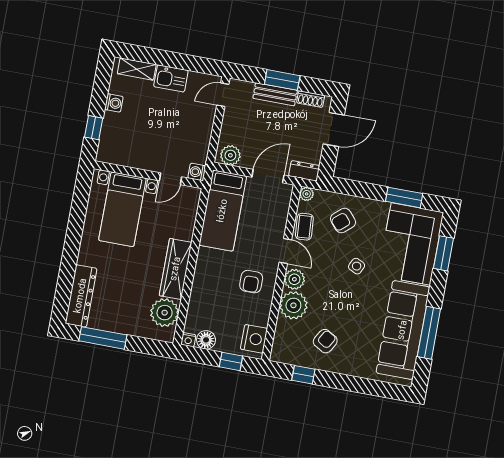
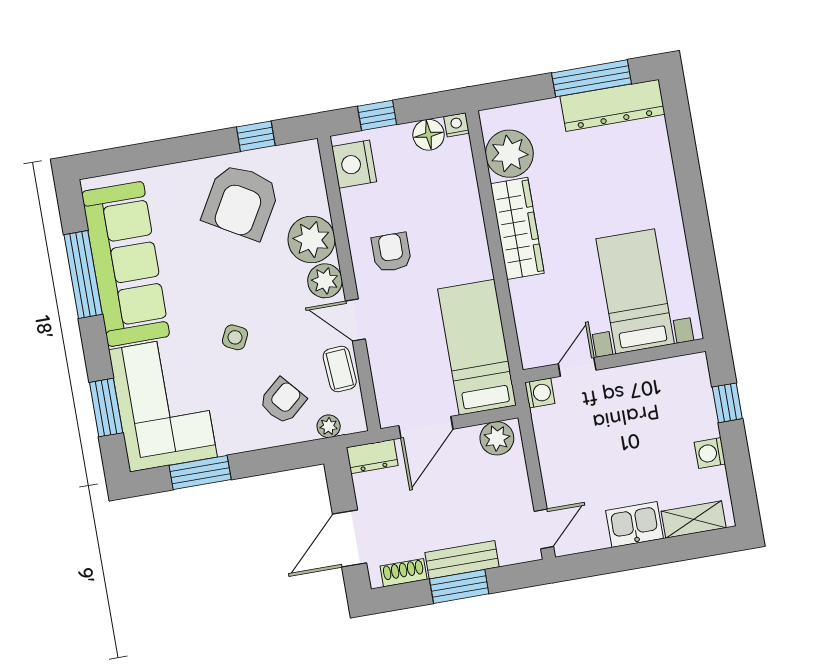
plant: (307, 194) -> (329, 426), moved
dresser: (81, 296) -> (613, 105), moved, turned -90
armchair: (325, 341) -> (241, 202), width x1.88, depth x1.88

